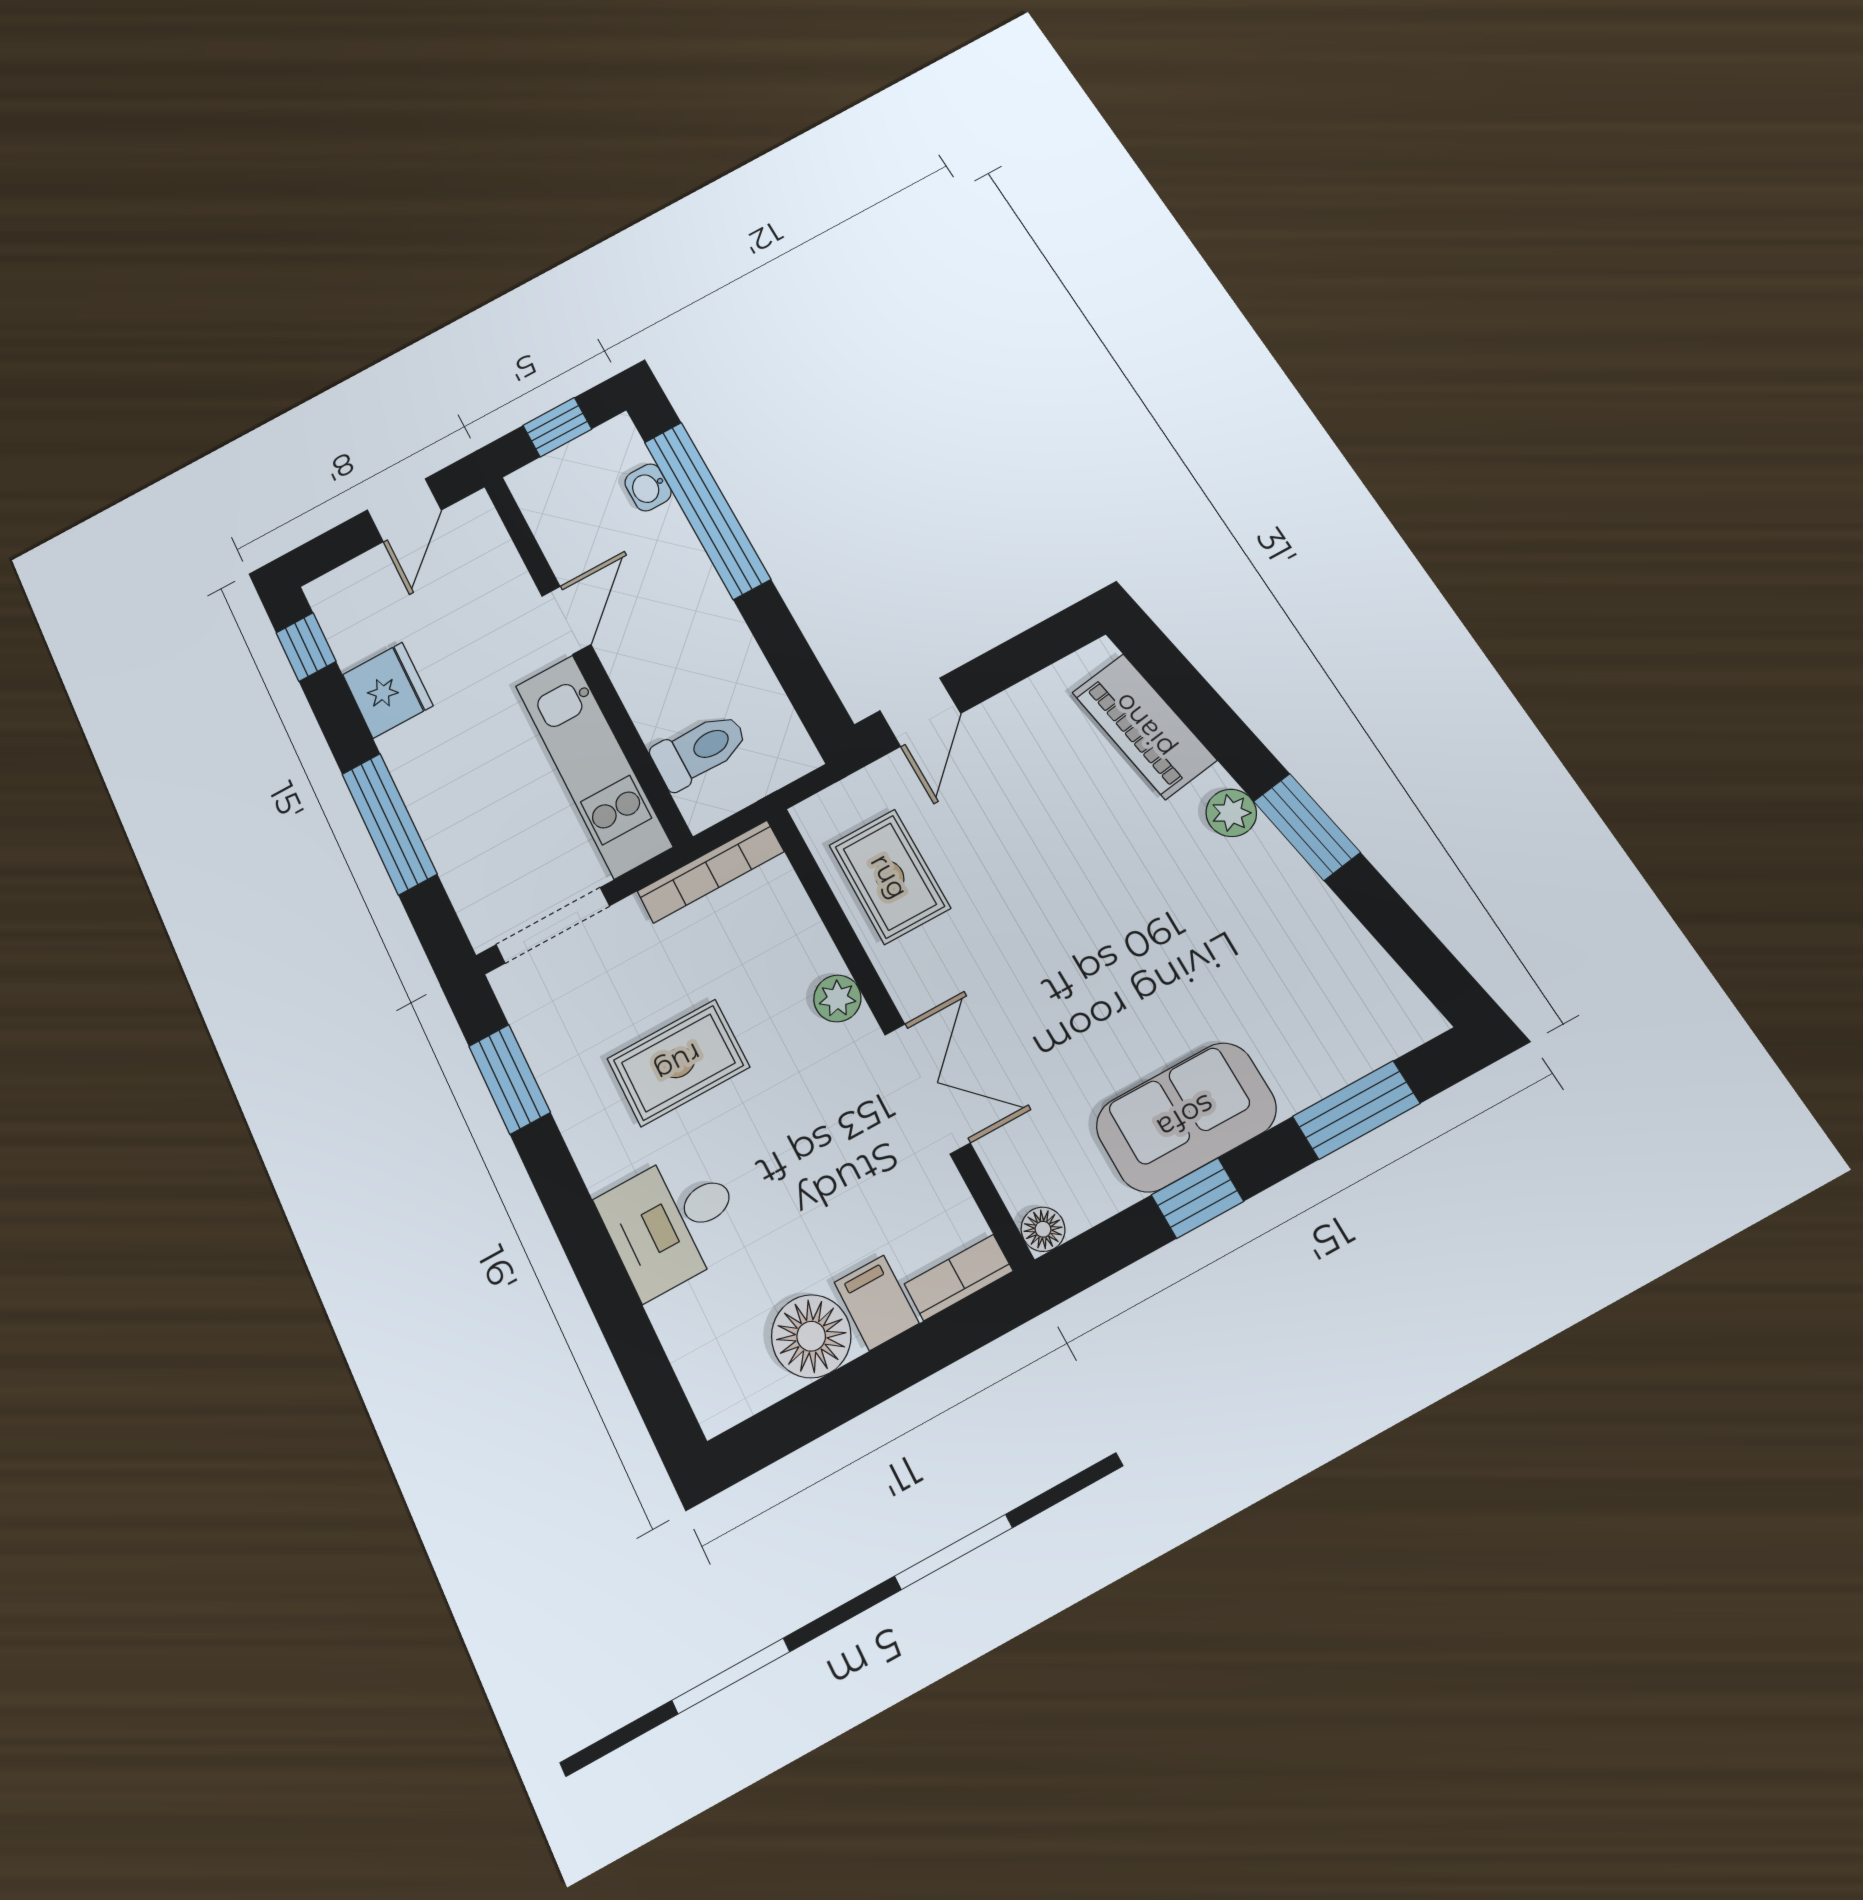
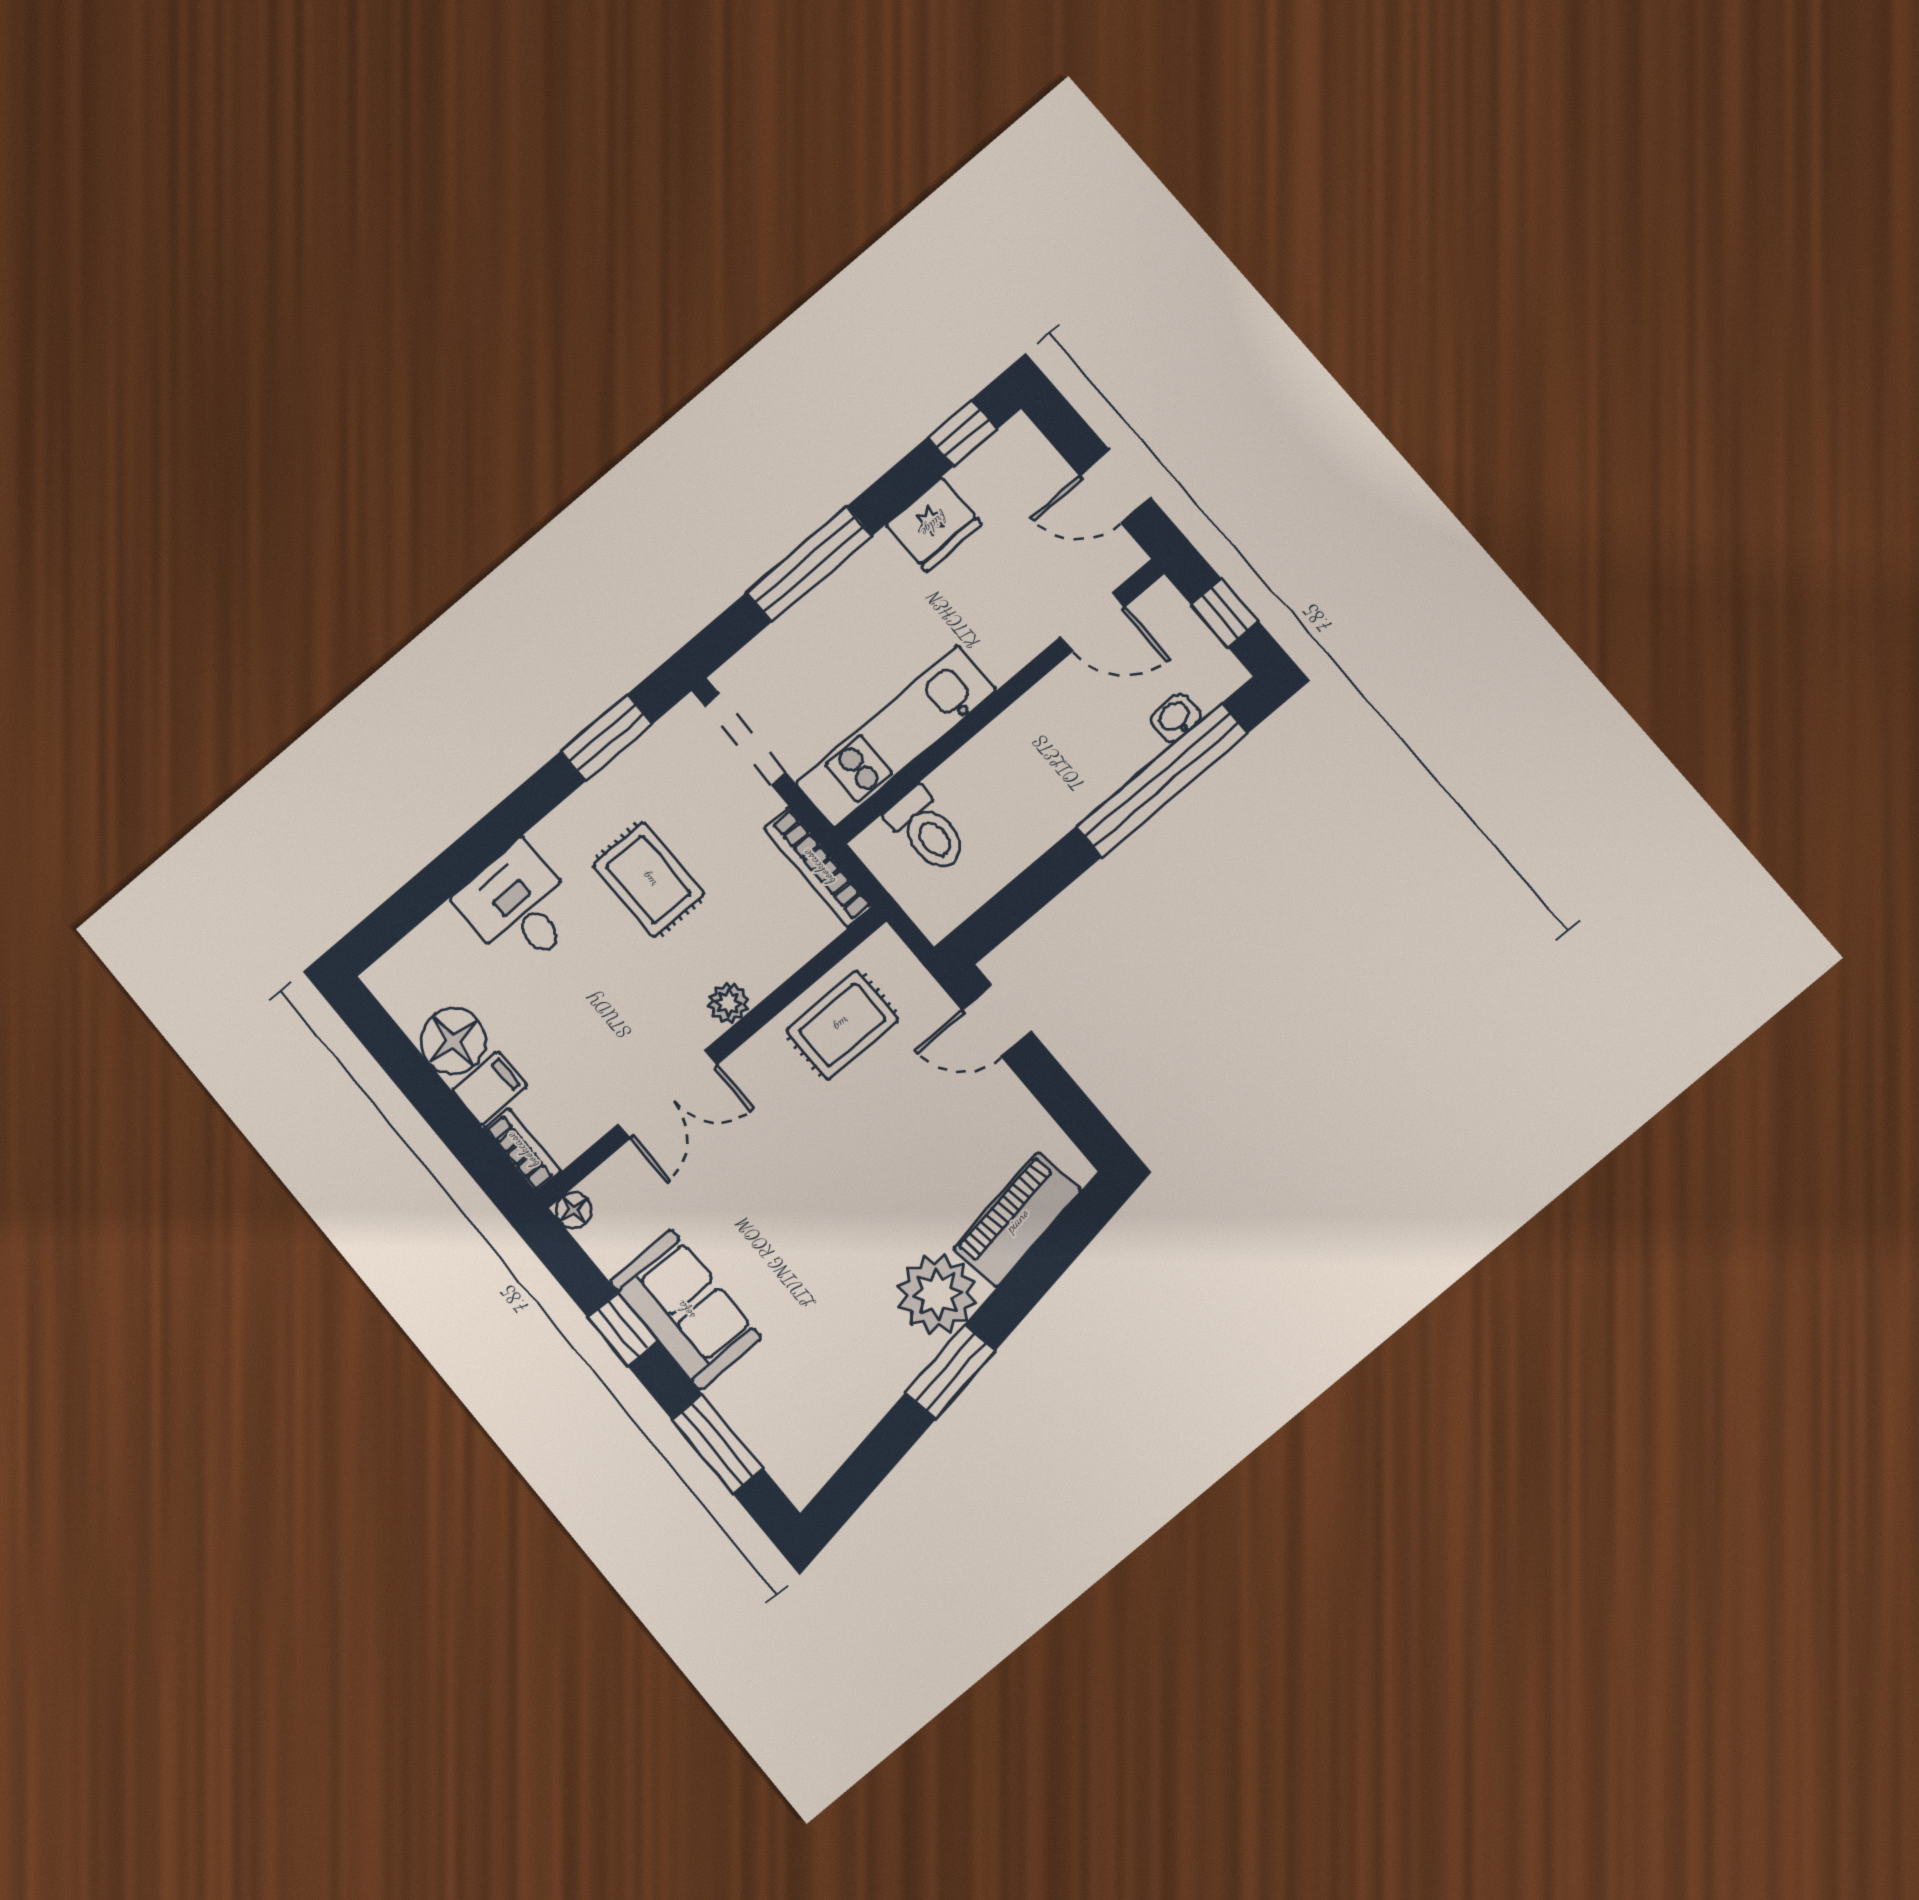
door: (566, 620) -> (1093, 622), moved
plant: (1231, 813) -> (937, 1294), width x1.88, depth x1.88

